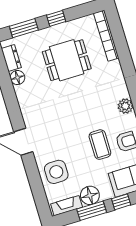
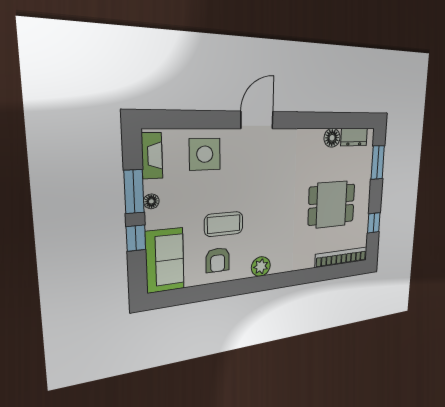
window: (56, 18) -> (374, 223), moved
dining table: (67, 60) -> (332, 204), turned 90
floor lamp: (90, 195) -> (151, 201), width x0.53, depth x0.53

